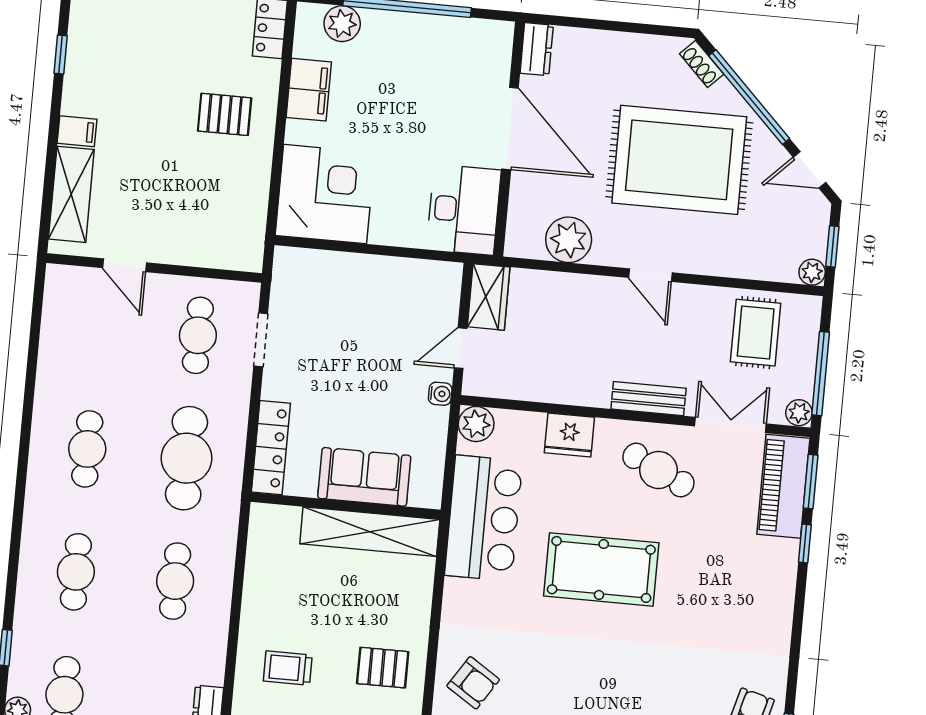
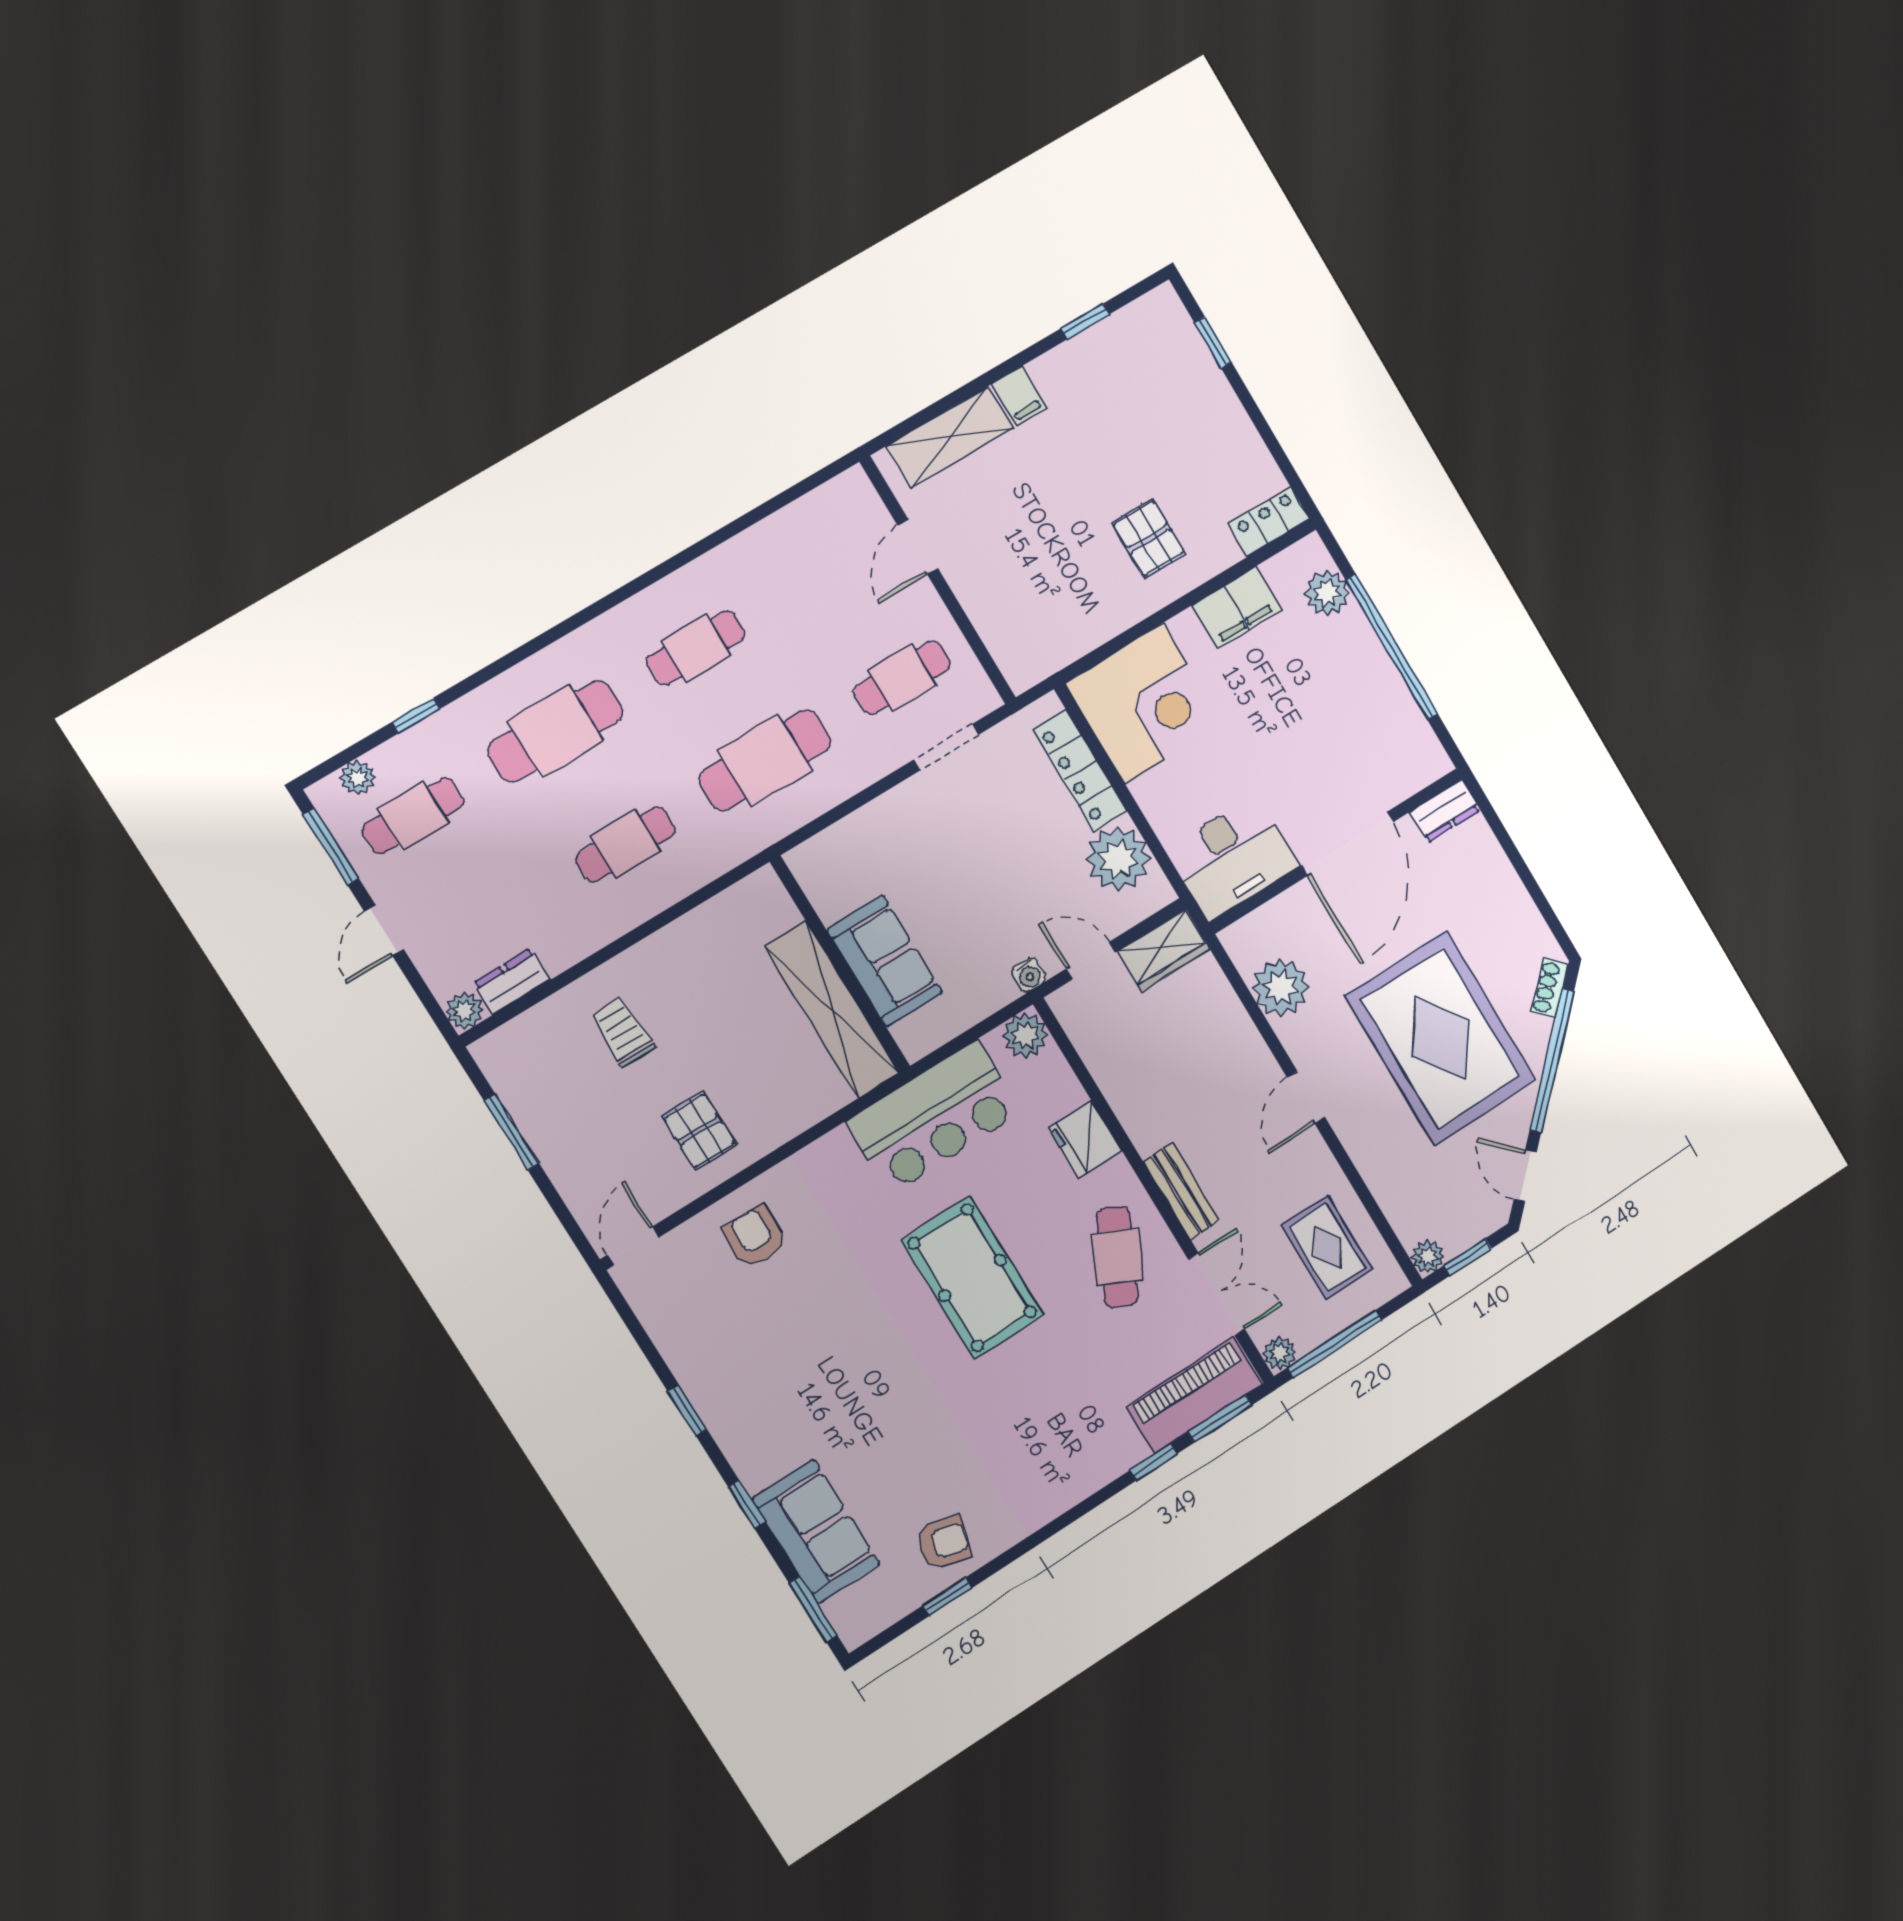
plant: (410, 283) -> (1118, 859), added
rug: (756, 333) -> (1327, 1247), turned 90
locker: (271, 448) -> (1080, 770), moved, turned 90
cafe table: (76, 572) -> (555, 731), width x1.37, depth x1.35
armchair: (473, 683) -> (755, 1237), turned 148

